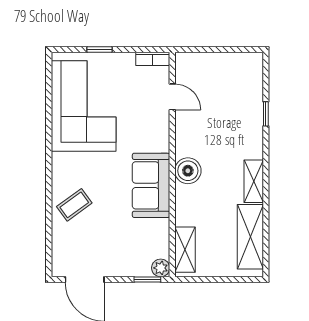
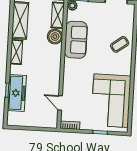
freezer: (249, 110) -> (17, 93), added
boiler: (188, 171) -> (55, 37), moved
sofa: (151, 185) -> (76, 40), moved

